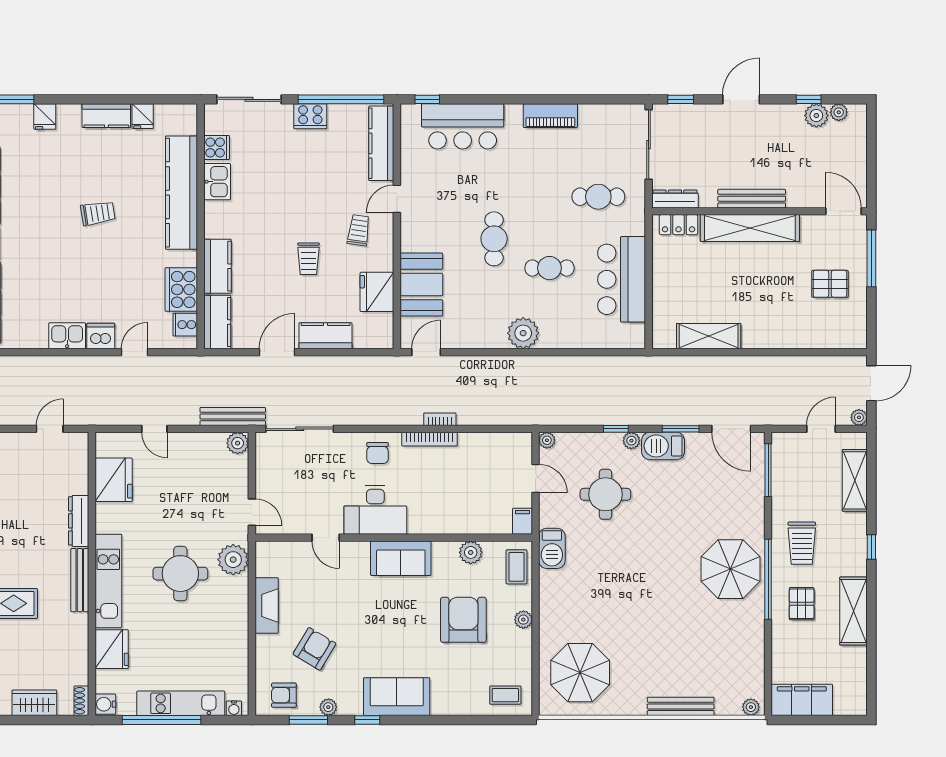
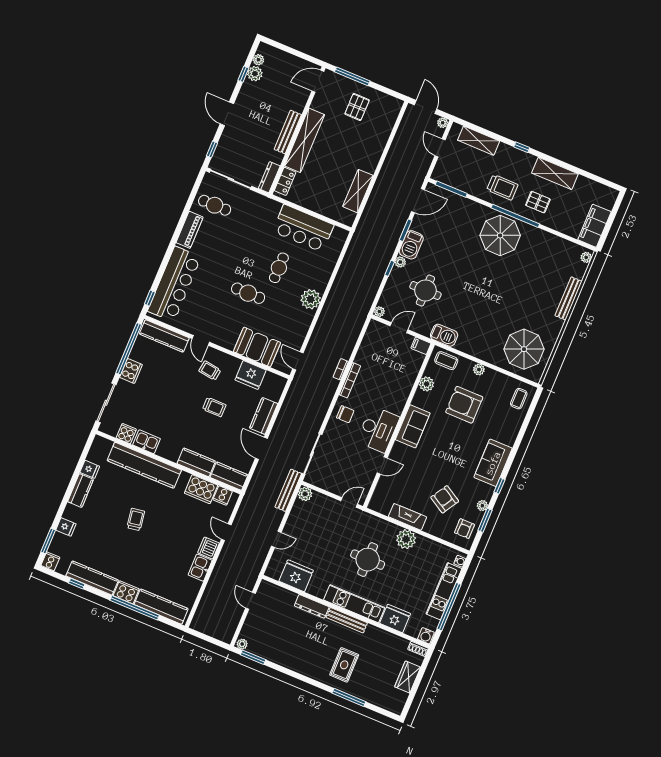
bar counter: (463, 126) -> (174, 284), width x1.36
cafe table: (598, 197) -> (215, 205), moved, turned 90
plant: (233, 560) -> (406, 539), moved

